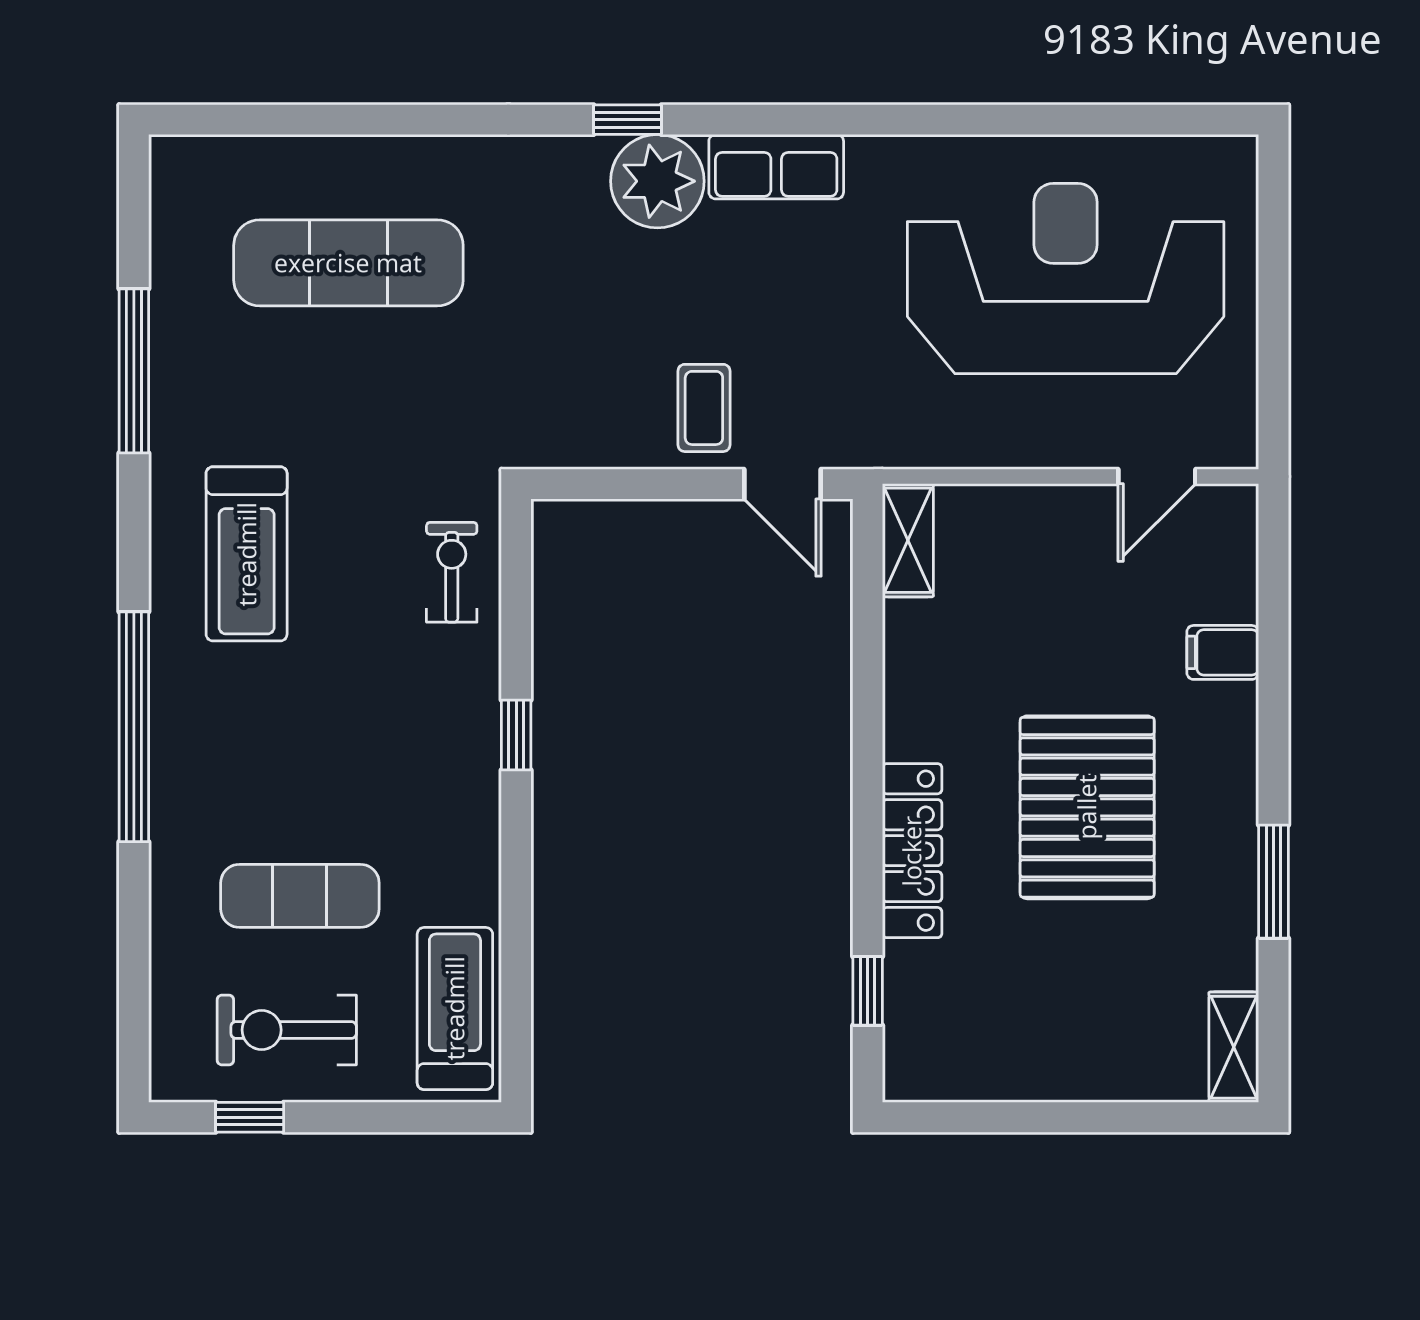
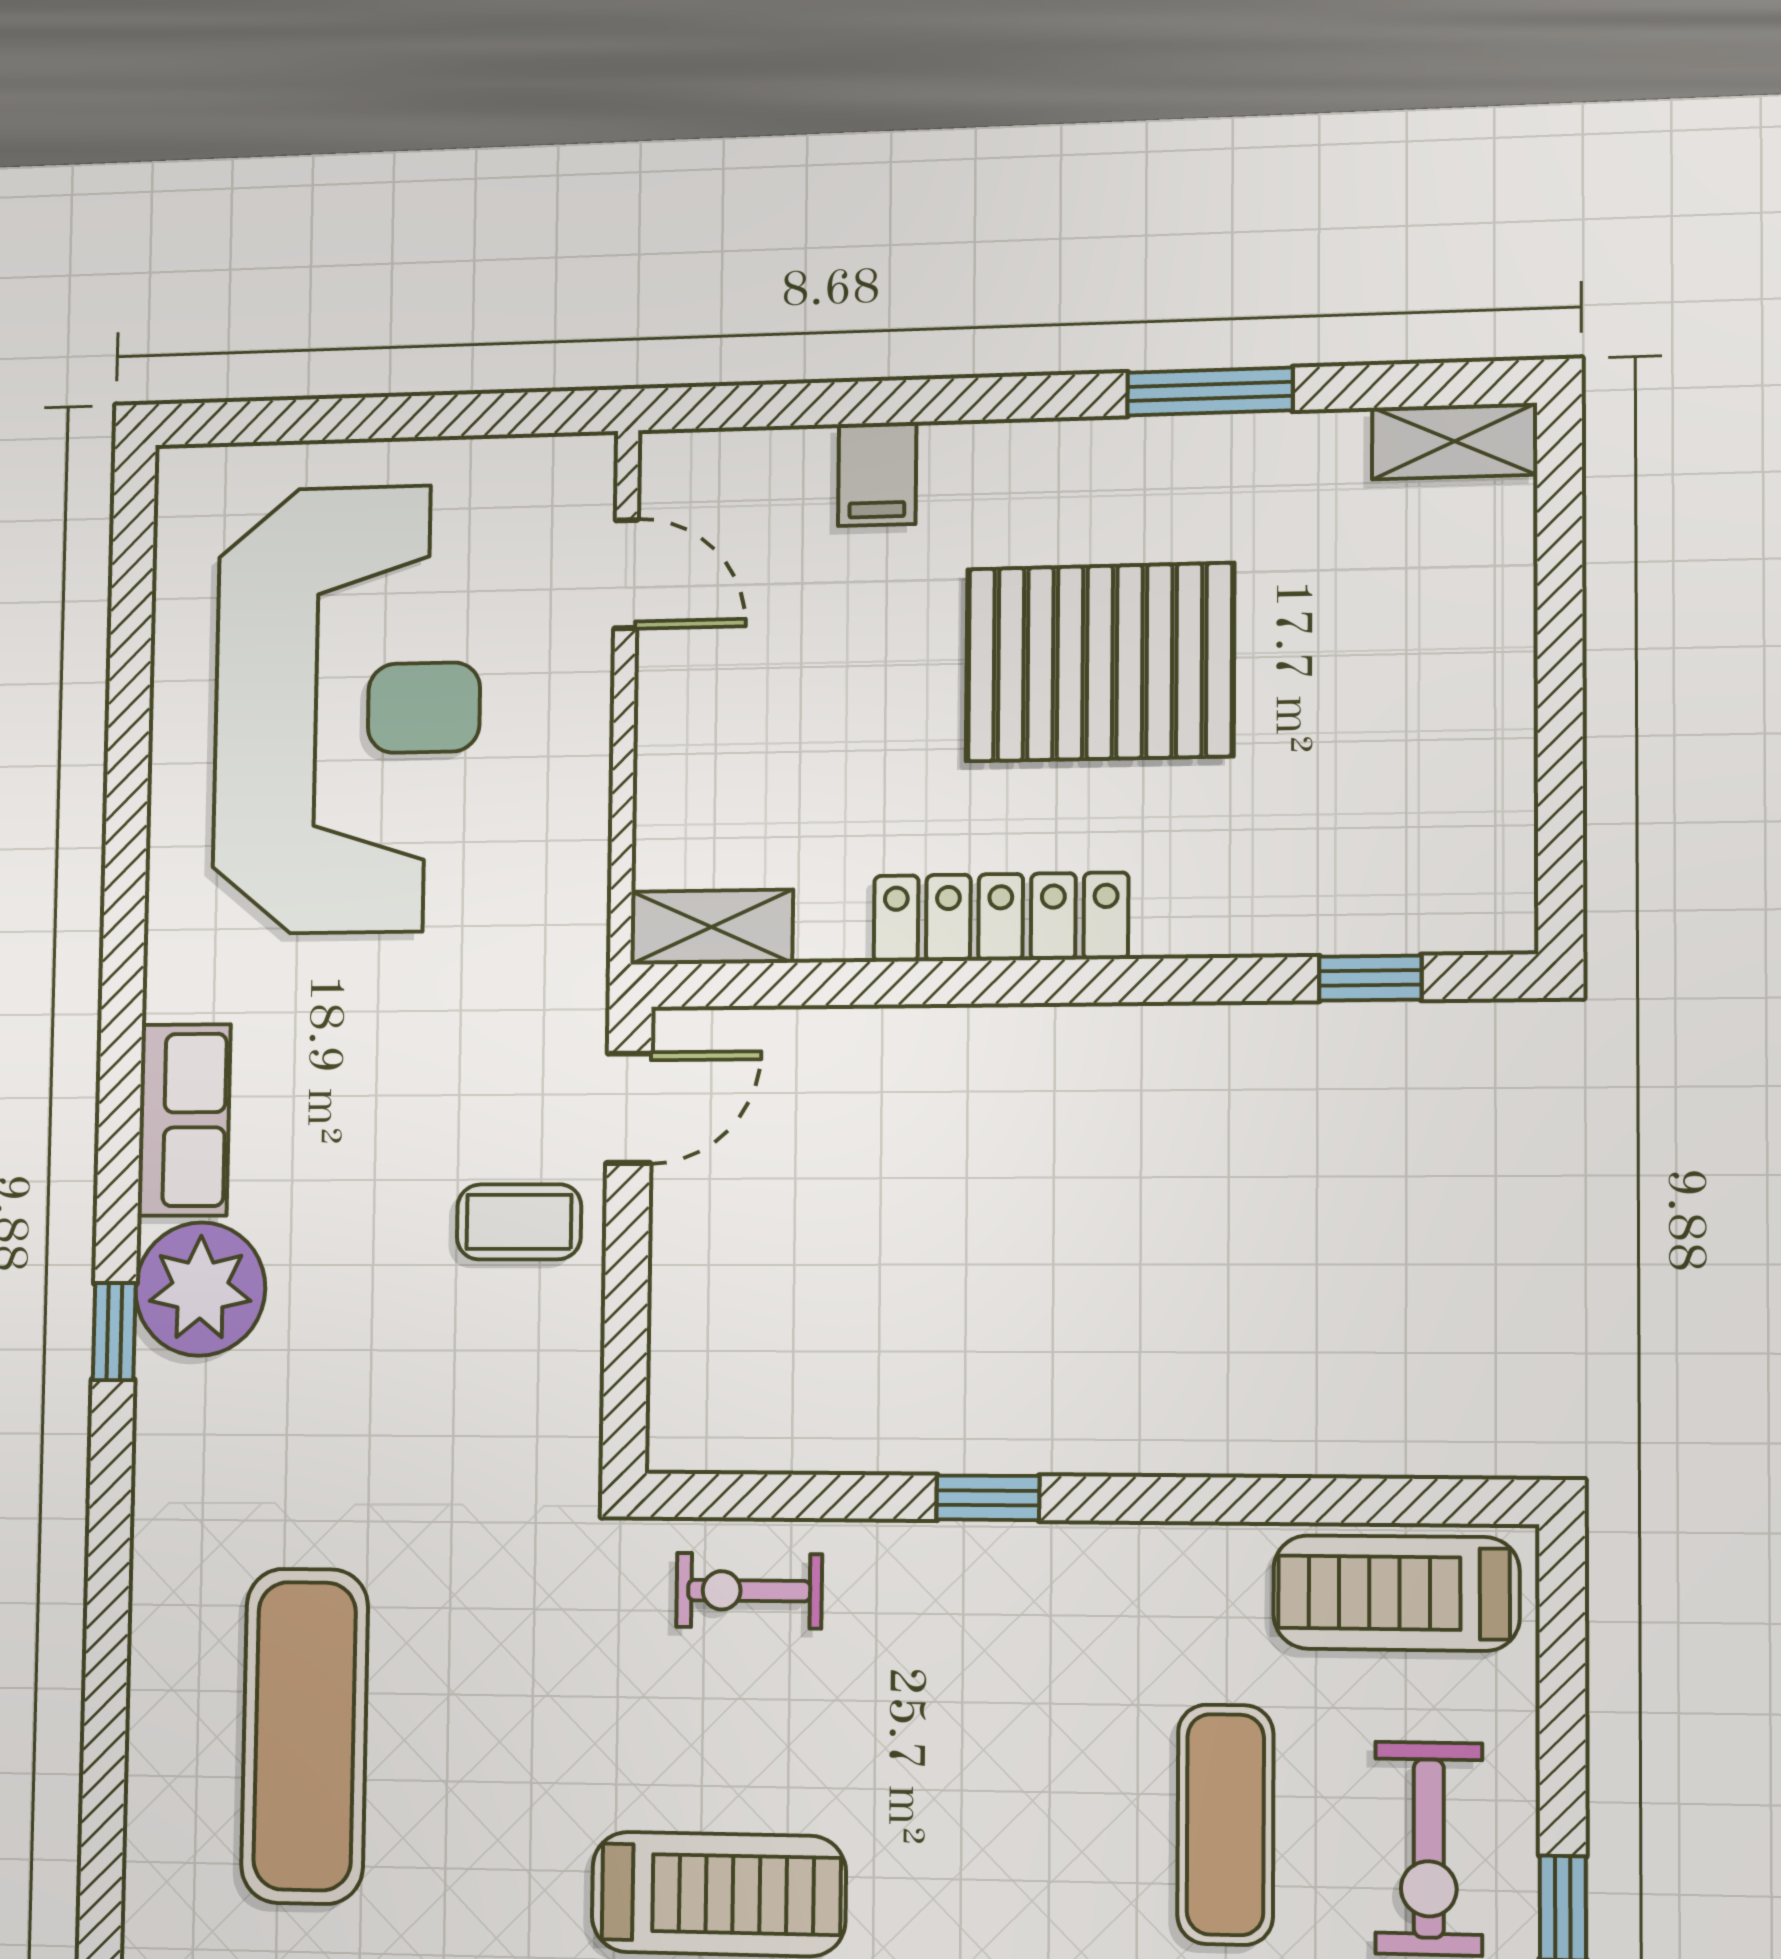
reception desk: (1066, 279) -> (347, 709), turned 180
locker: (912, 851) -> (1001, 917), moved

